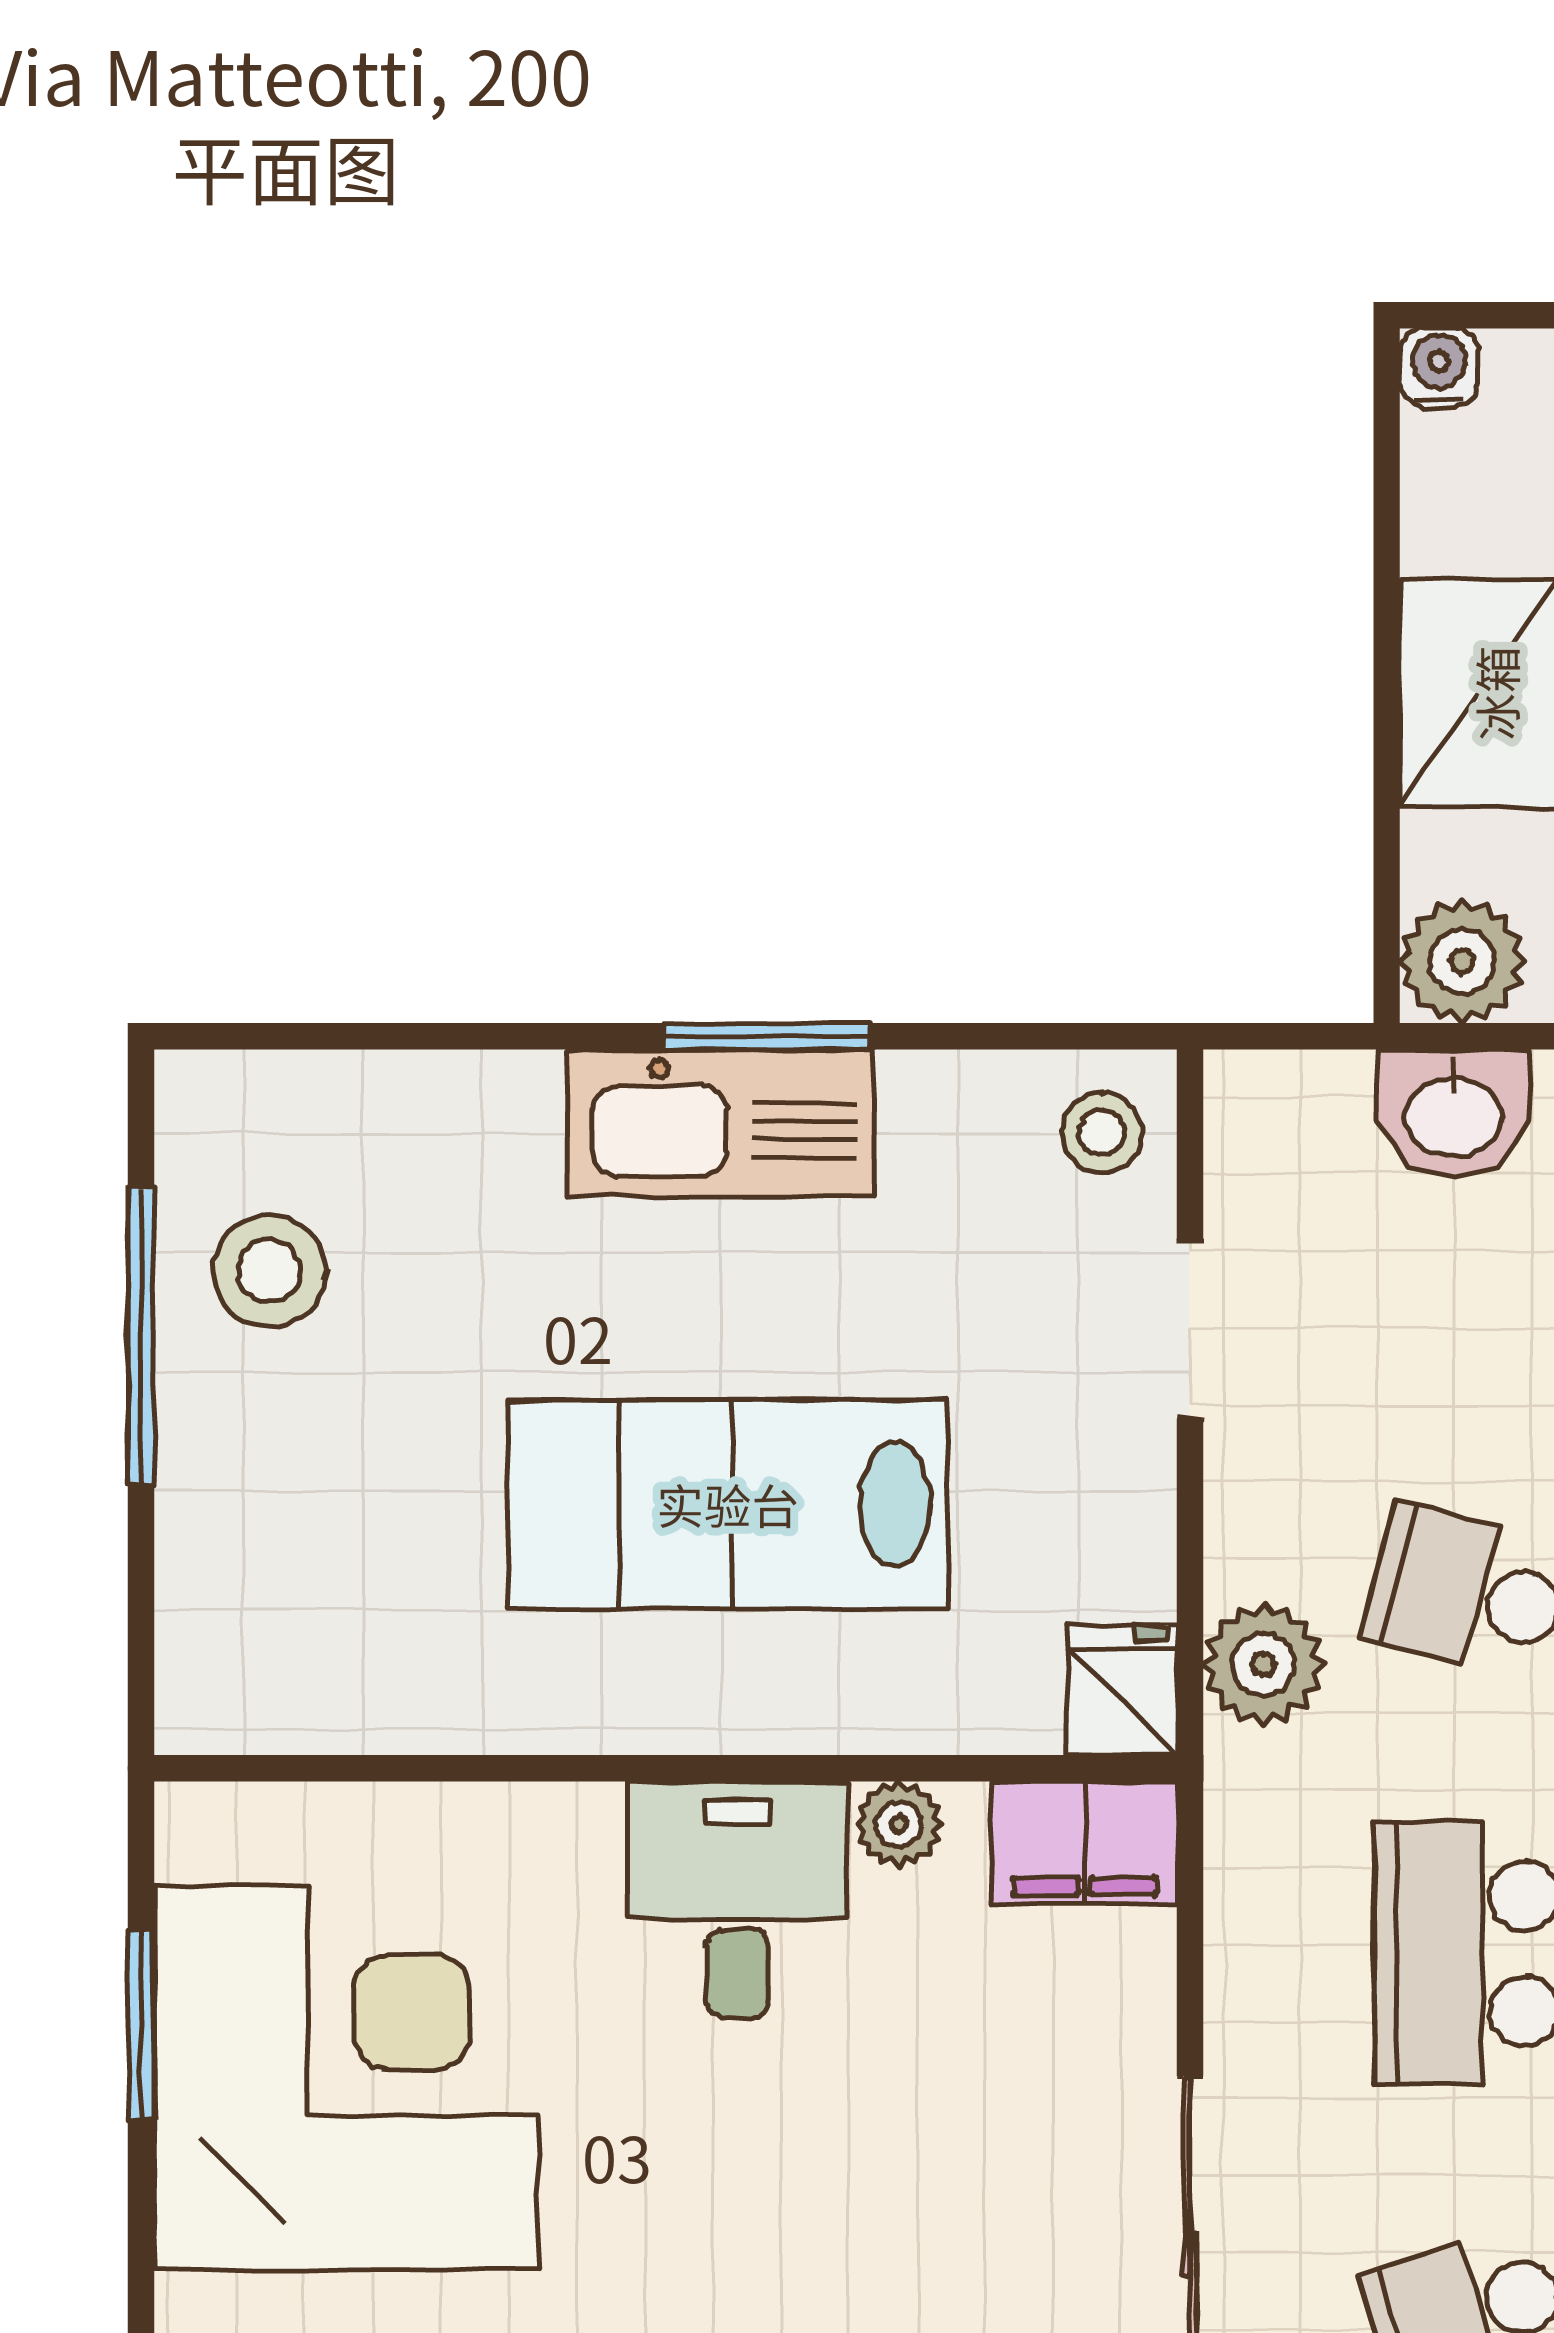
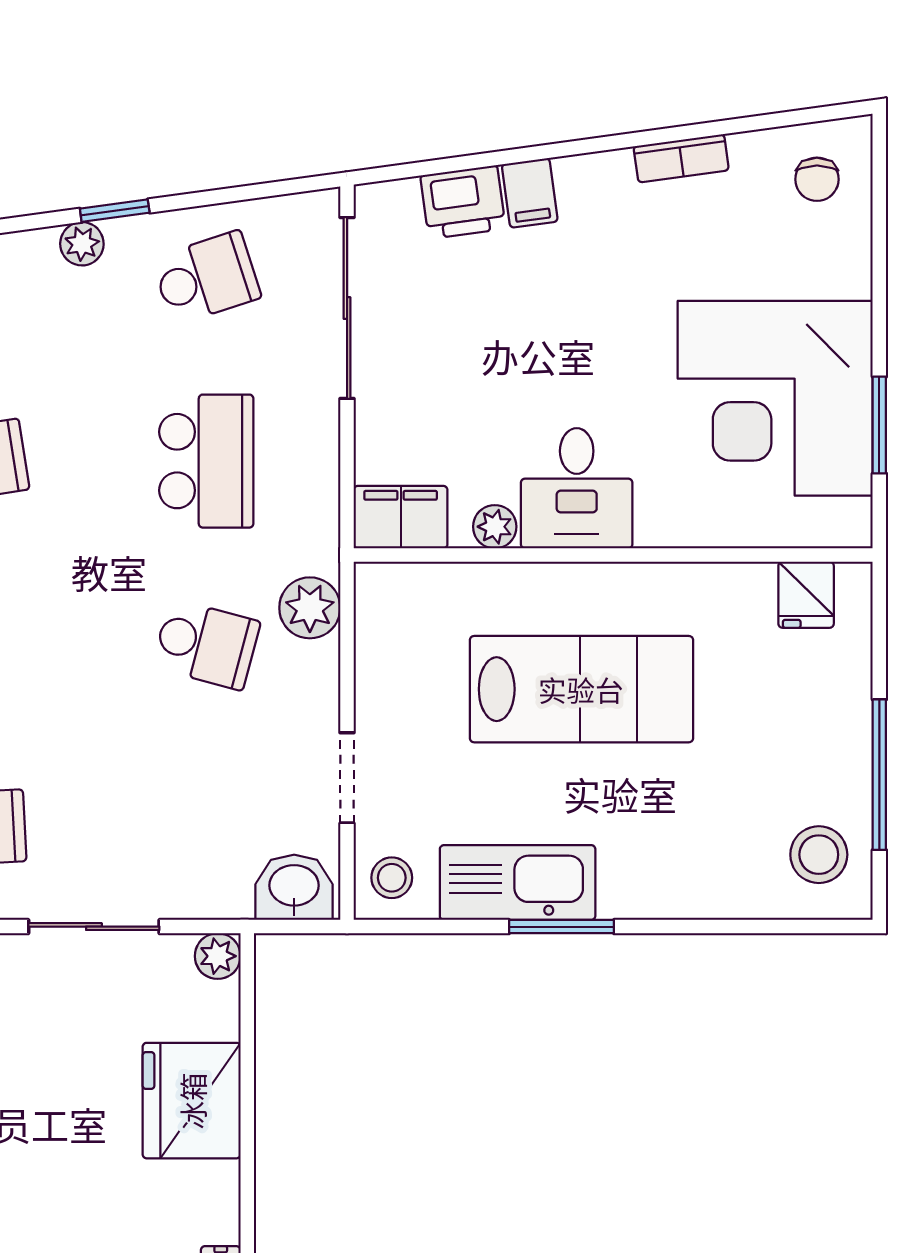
plant: (1462, 961) -> (218, 956), width x0.73, depth x0.73
washbasin: (1453, 1114) -> (294, 887), moved
kitchen sink: (721, 1123) -> (518, 883), moved
stool: (269, 1271) -> (819, 855), moved
fridge: (1122, 1690) -> (806, 595), moved

